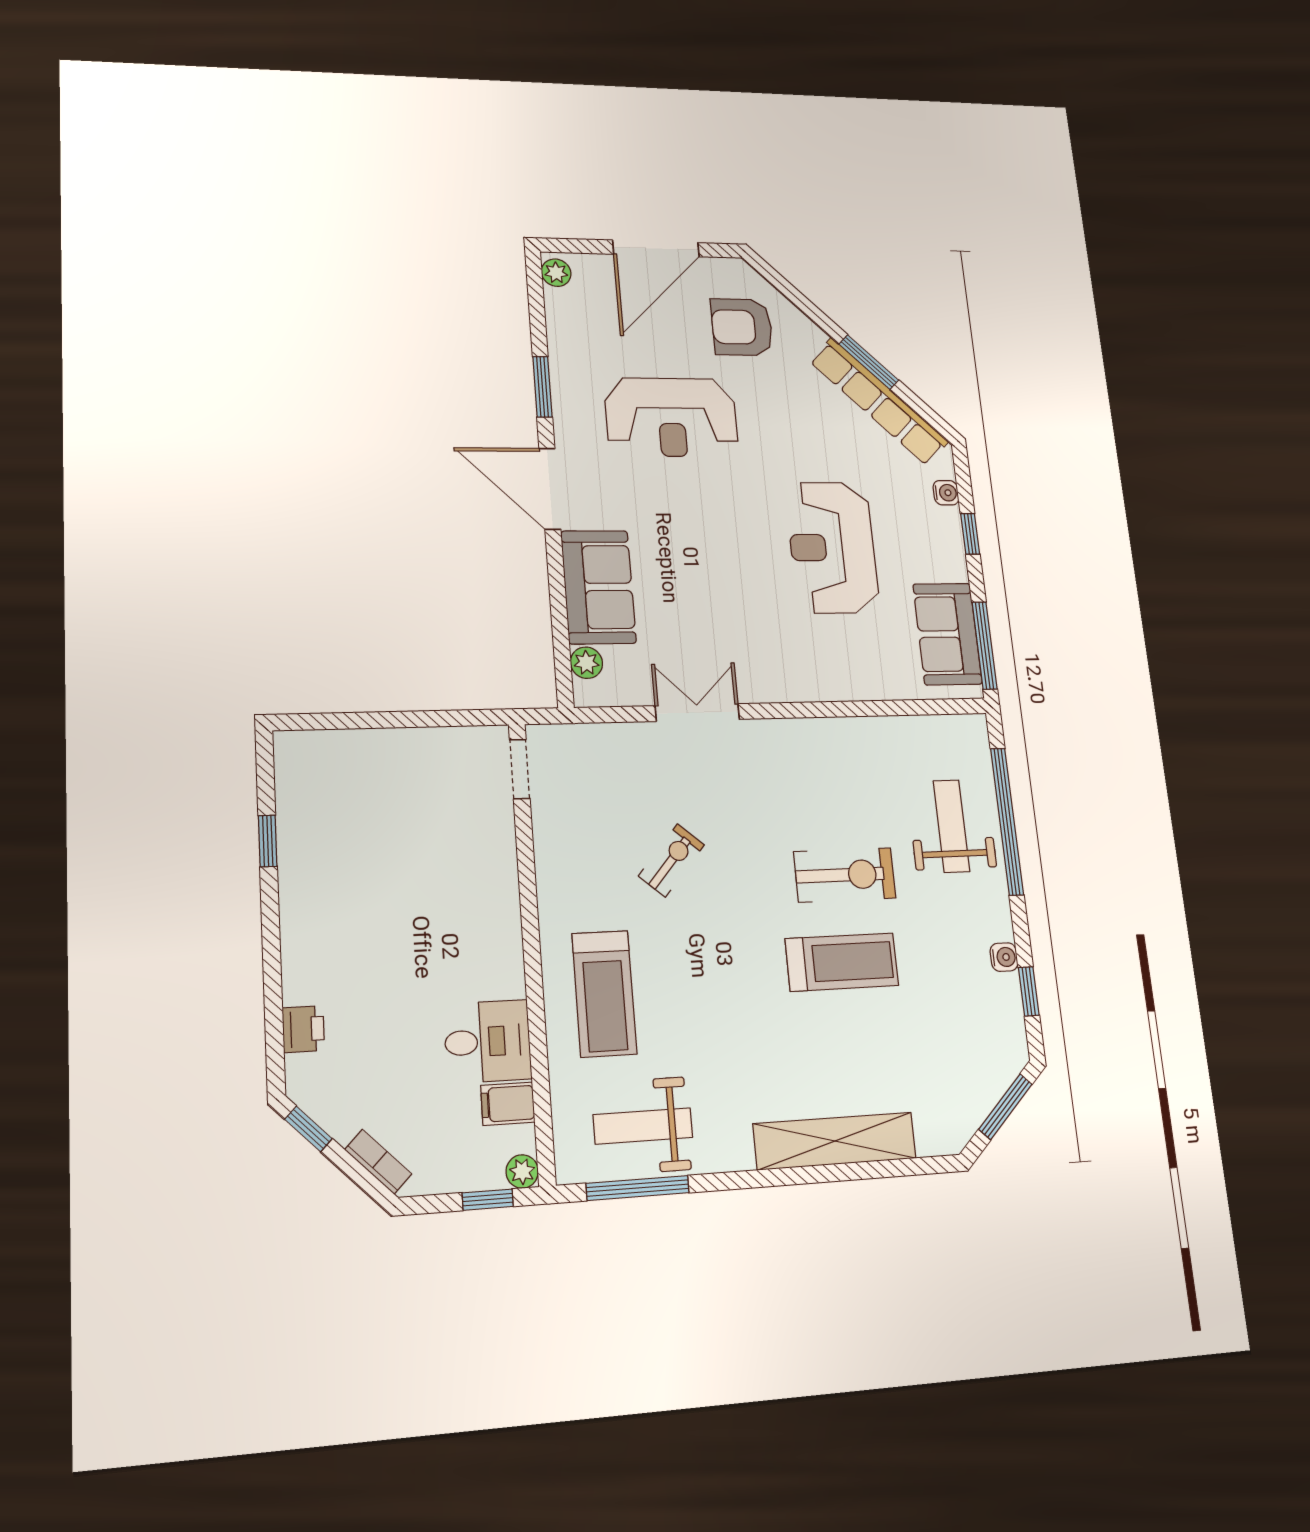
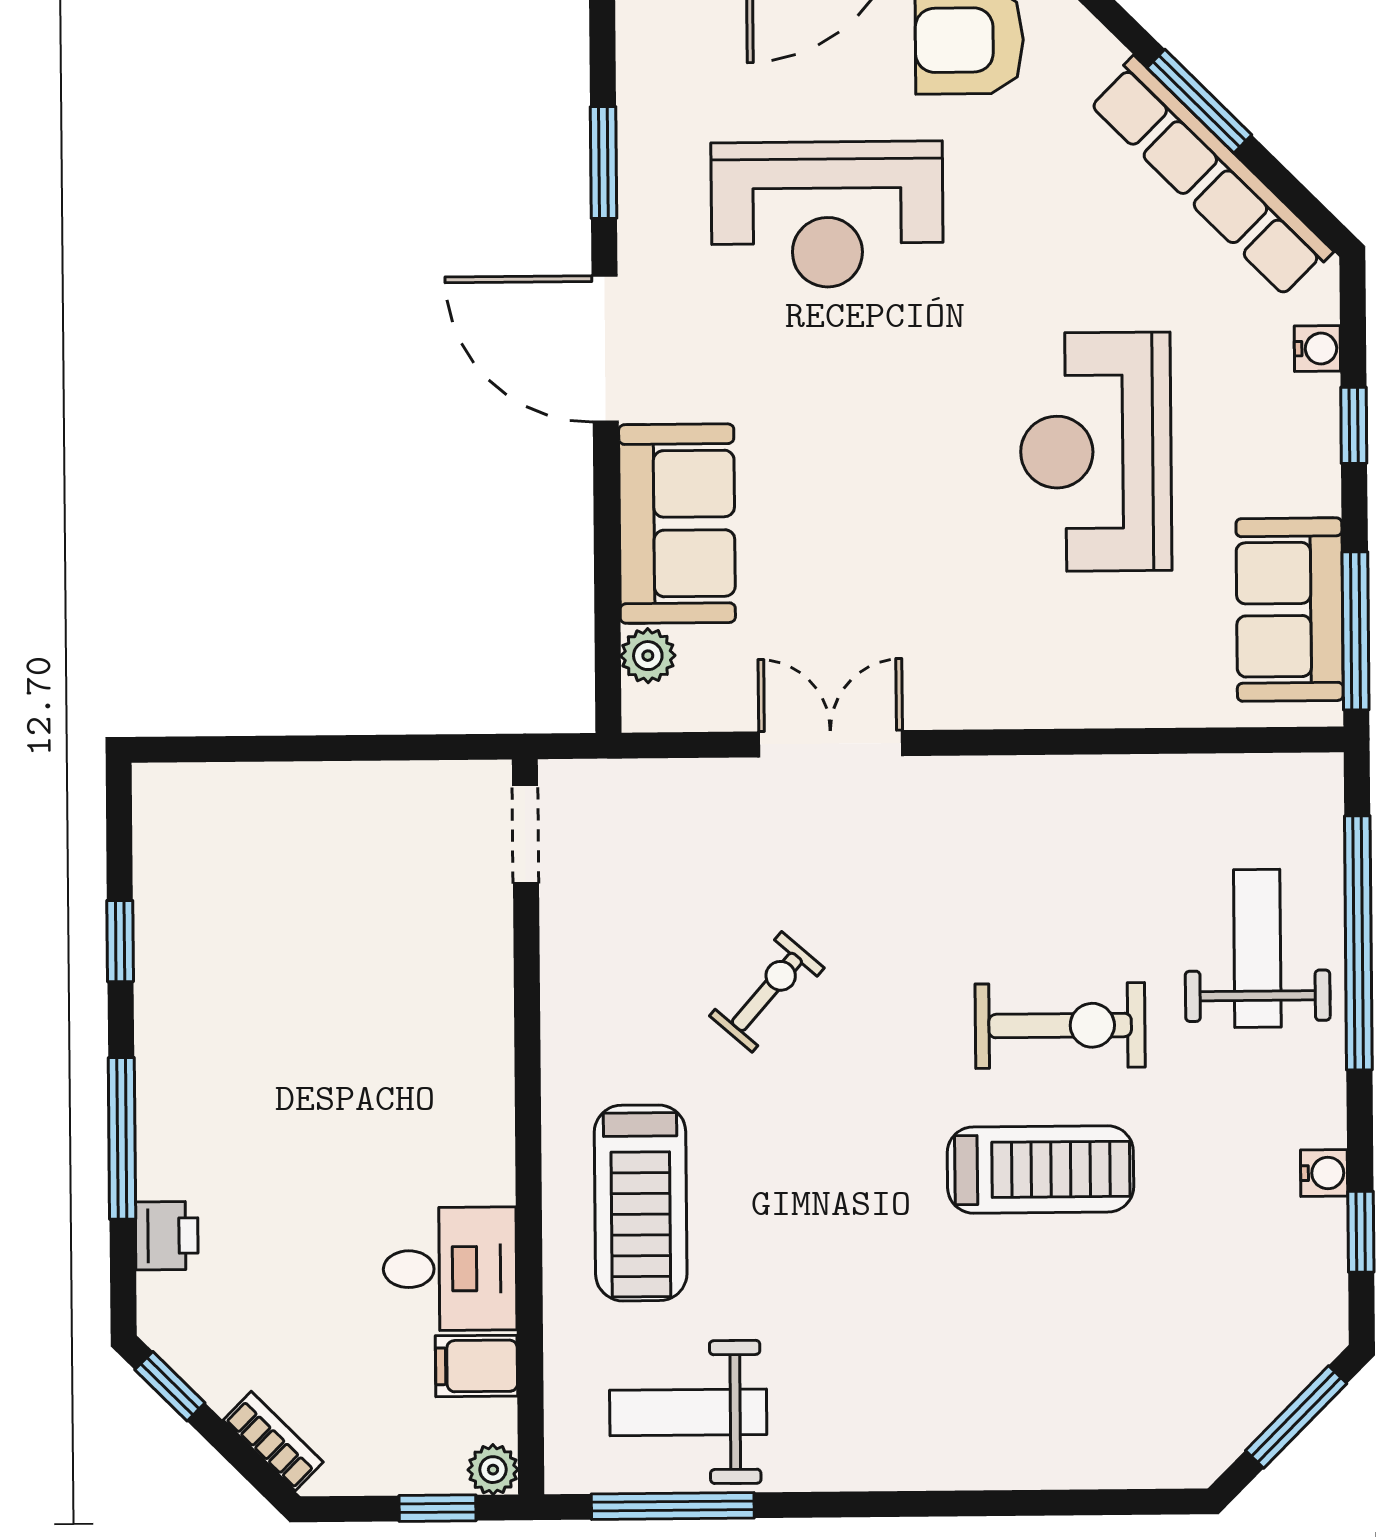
window: (272, 967) -> (122, 1138), added
shelving: (835, 1141) -> (1000, 1454), removed

